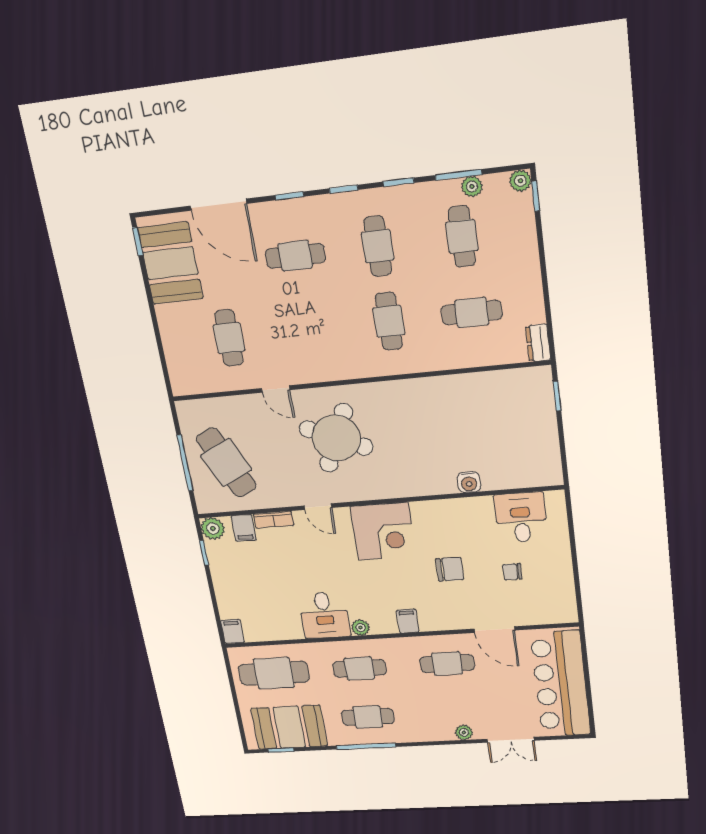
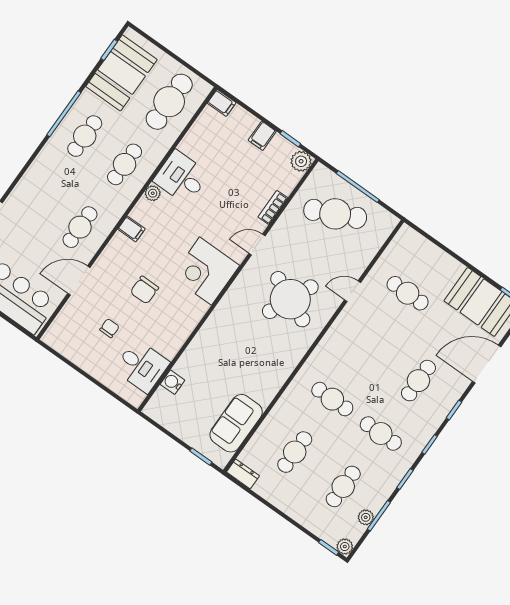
cafe table: (462, 236) -> (343, 486), turned 90
sofa: (495, 390) -> (236, 423), added
water cooler: (469, 482) -> (172, 382), moved
filing cabinet: (244, 528) -> (262, 136), moved, turned -90
plant: (464, 732) -> (20, 192), removed

